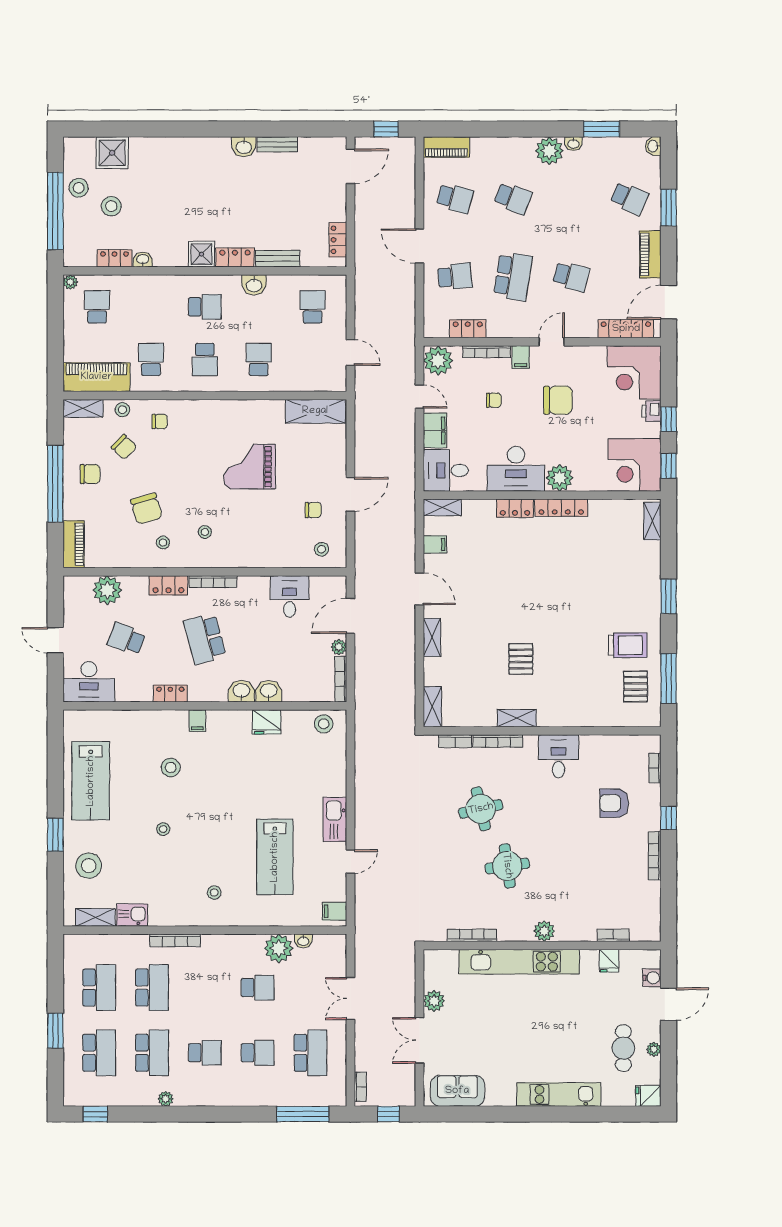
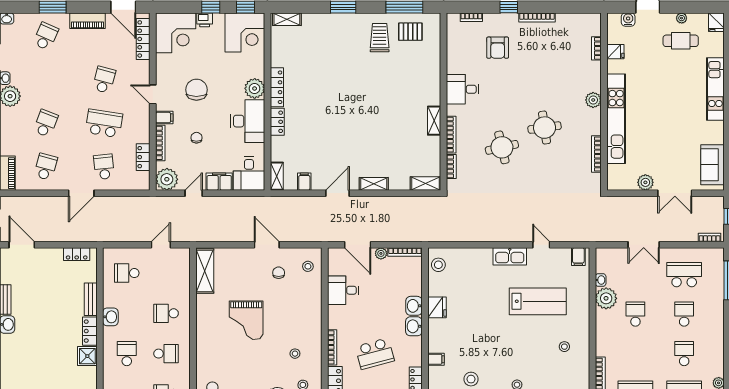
pallet: (521, 659) -> (390, 117), removed

